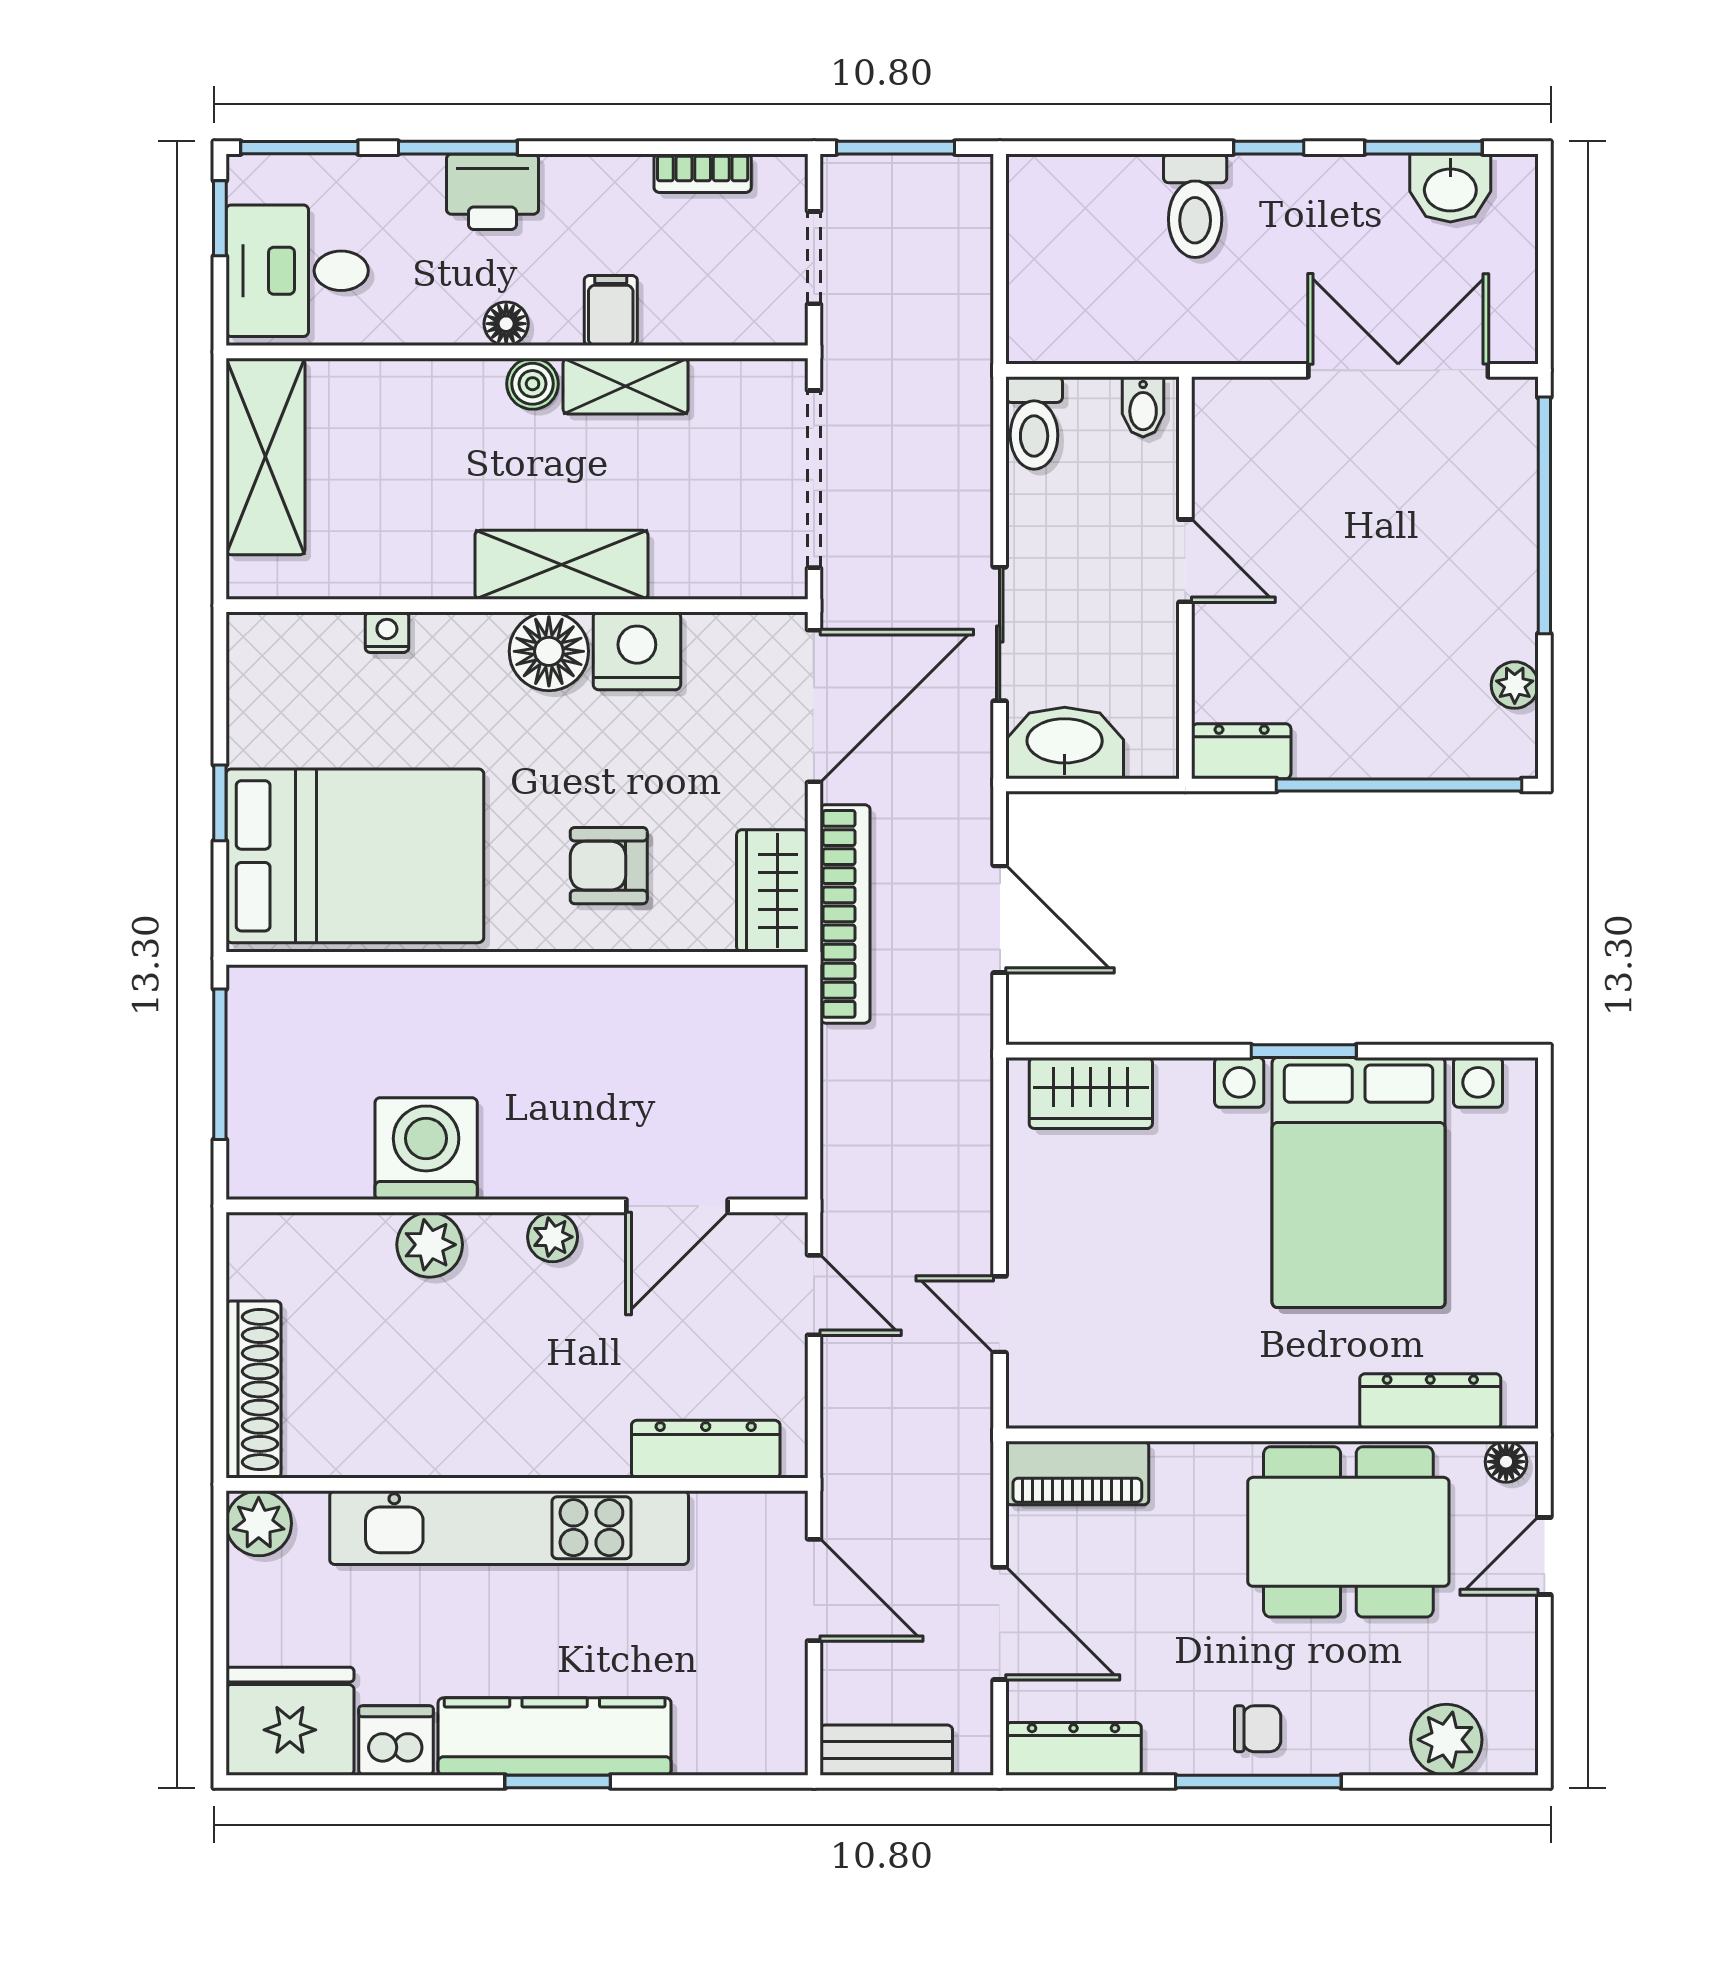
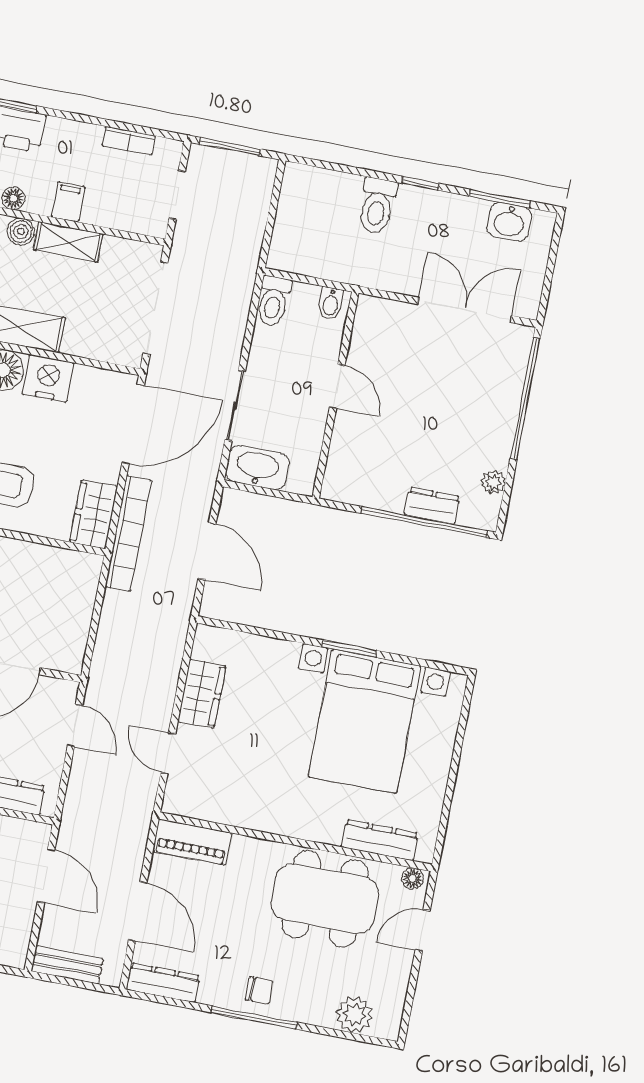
dresser: (1242, 751) -> (432, 506), moved
wardrobe: (1091, 1093) -> (202, 694), moved, turned -90

